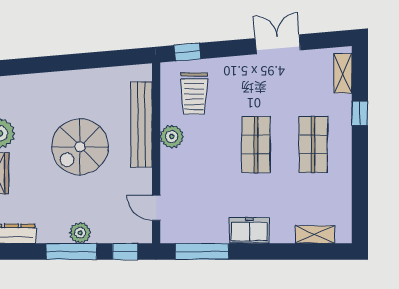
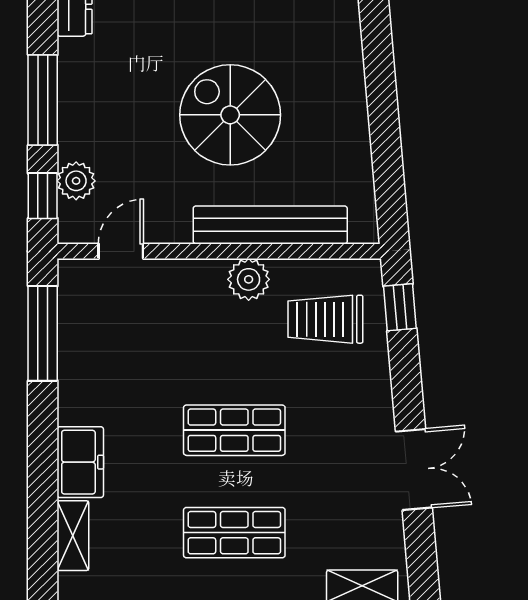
freezer: (249, 230) -> (80, 462), moved
plant: (80, 233) -> (76, 181), moved

